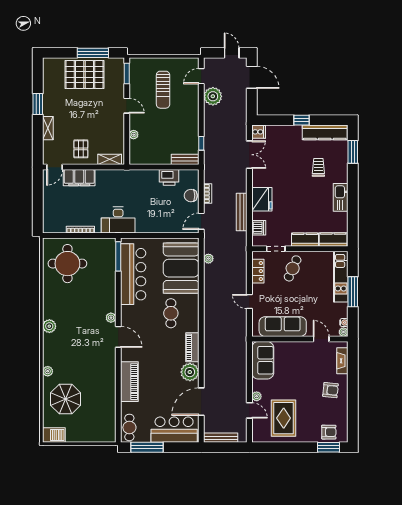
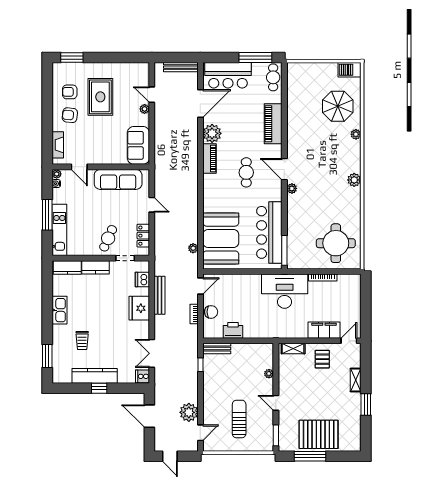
door: (252, 77) -> (149, 416), moved
kitchen counter: (325, 132) -> (95, 376), moved
desk: (118, 220) -> (285, 291), width x1.36, depth x1.30
cafe table: (171, 313) -> (246, 172), moved
rug: (284, 418) -> (100, 97), moved
armchair: (329, 432) -> (70, 92), moved

